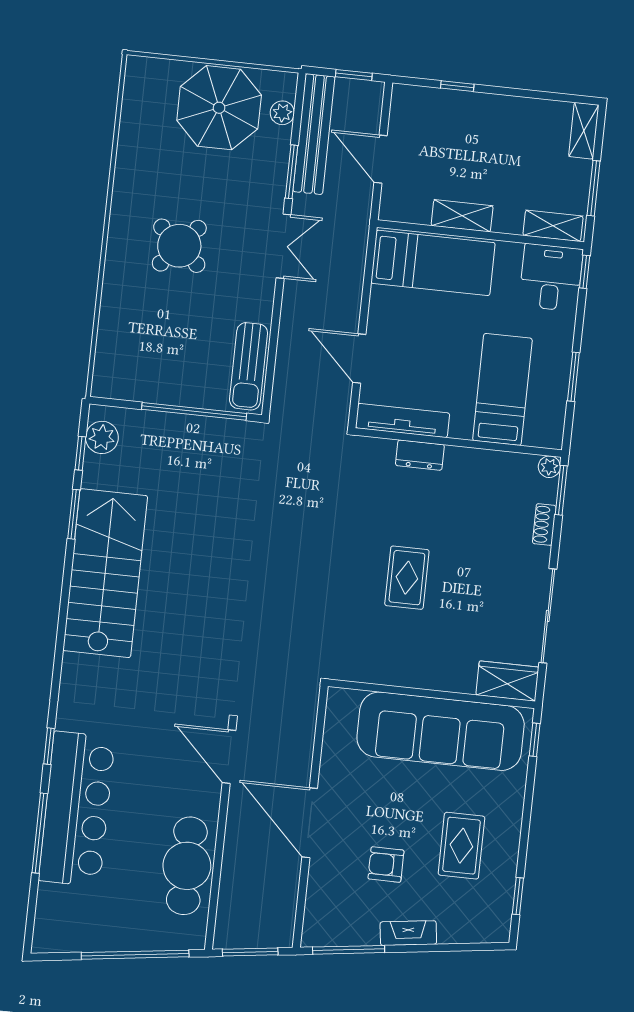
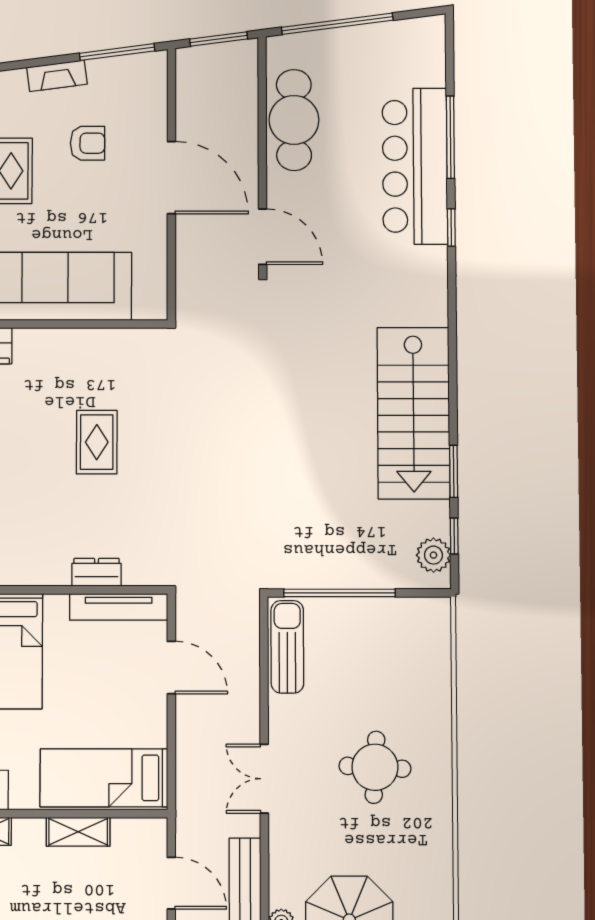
window: (292, 172) -> (265, 860), removed
round table: (179, 246) -> (375, 767), turned -38

